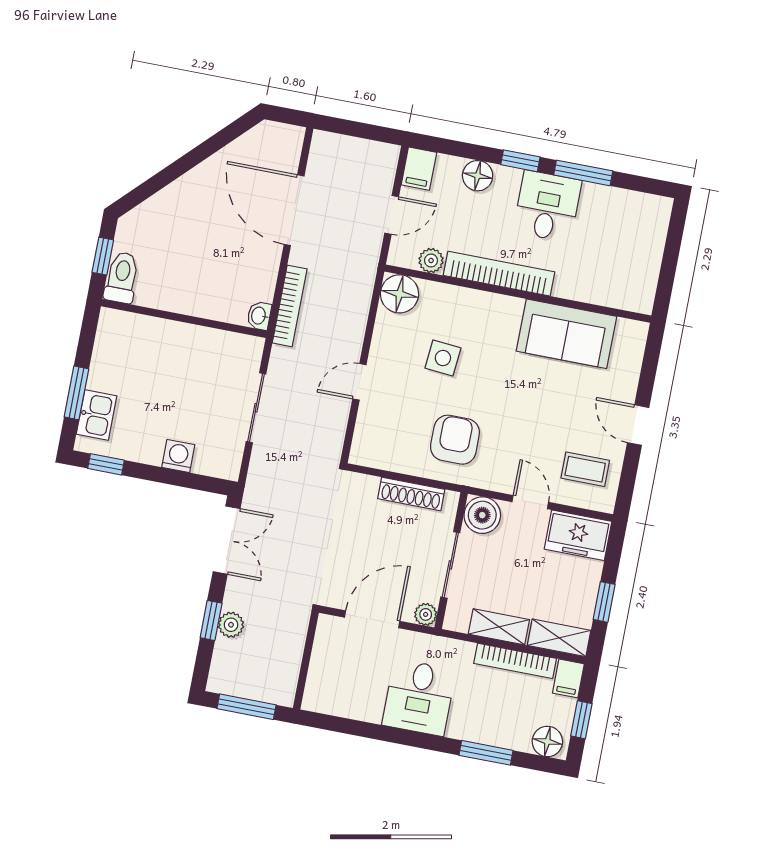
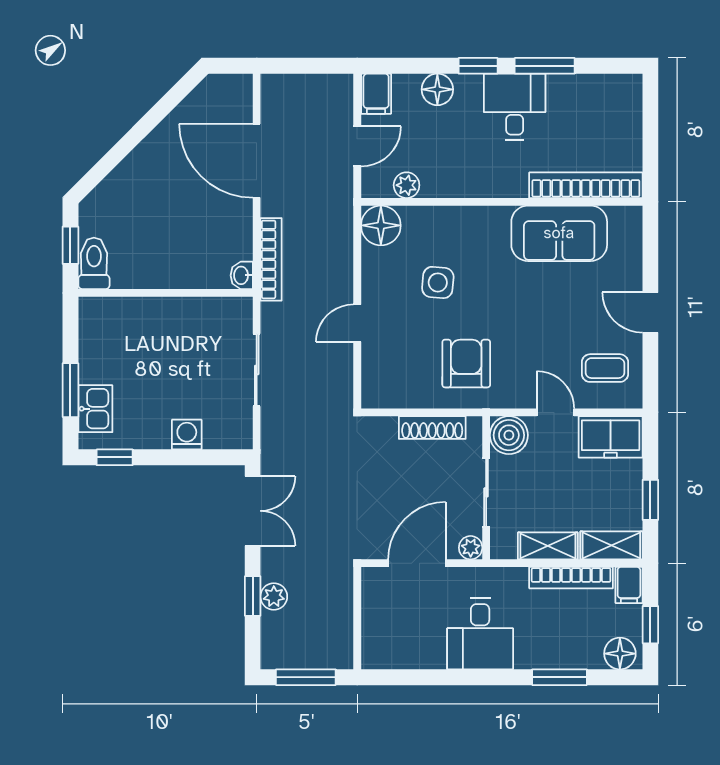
bookcase: (499, 274) -> (586, 185), moved

